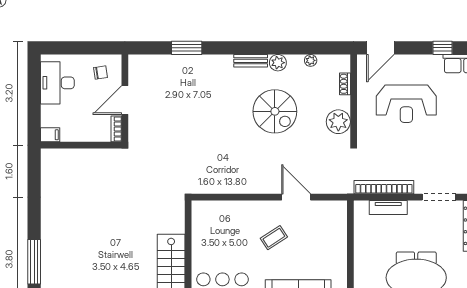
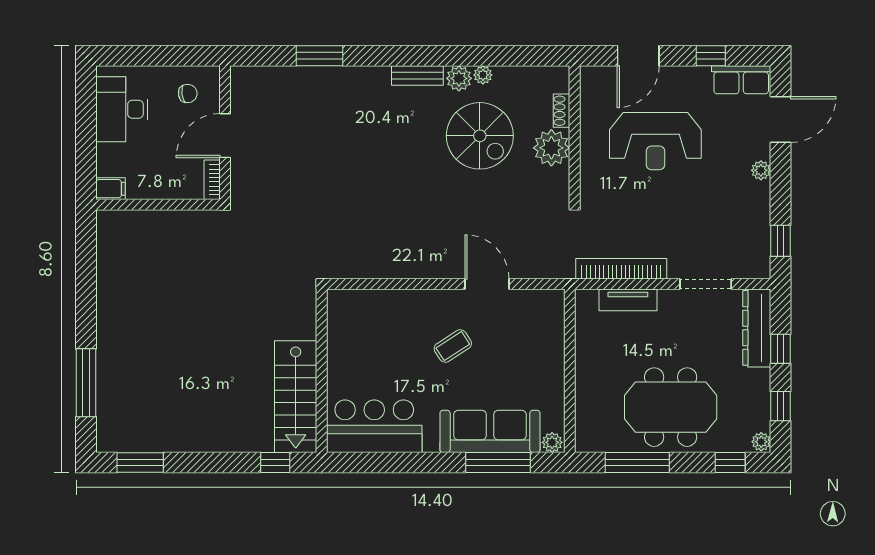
door: (380, 48) -> (638, 56), moved
plant: (311, 60) -> (483, 75), moved
spiral stairs: (275, 111) -> (480, 136), moved
plant: (338, 122) -> (551, 148), moved

